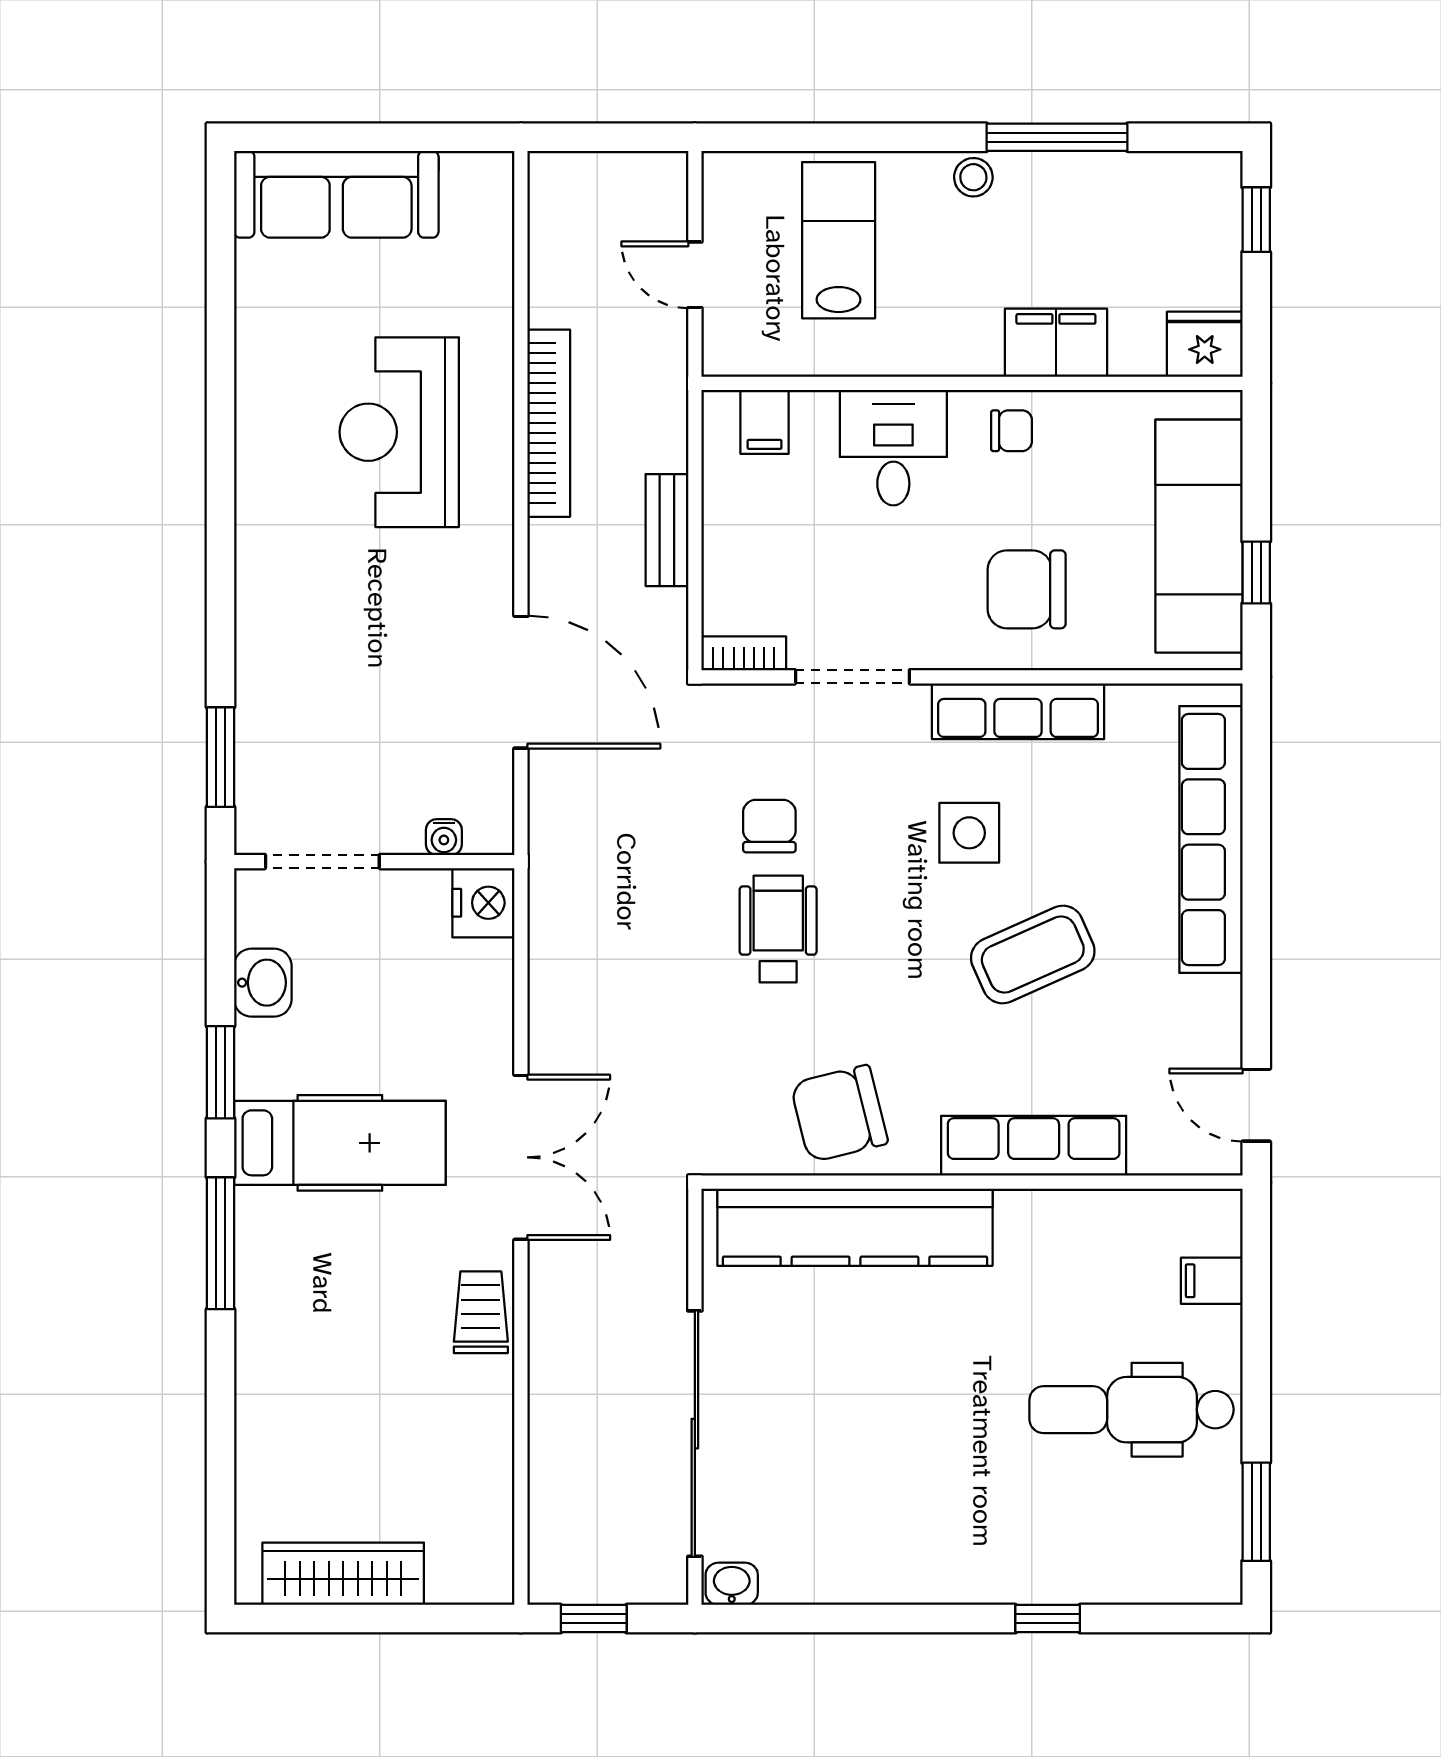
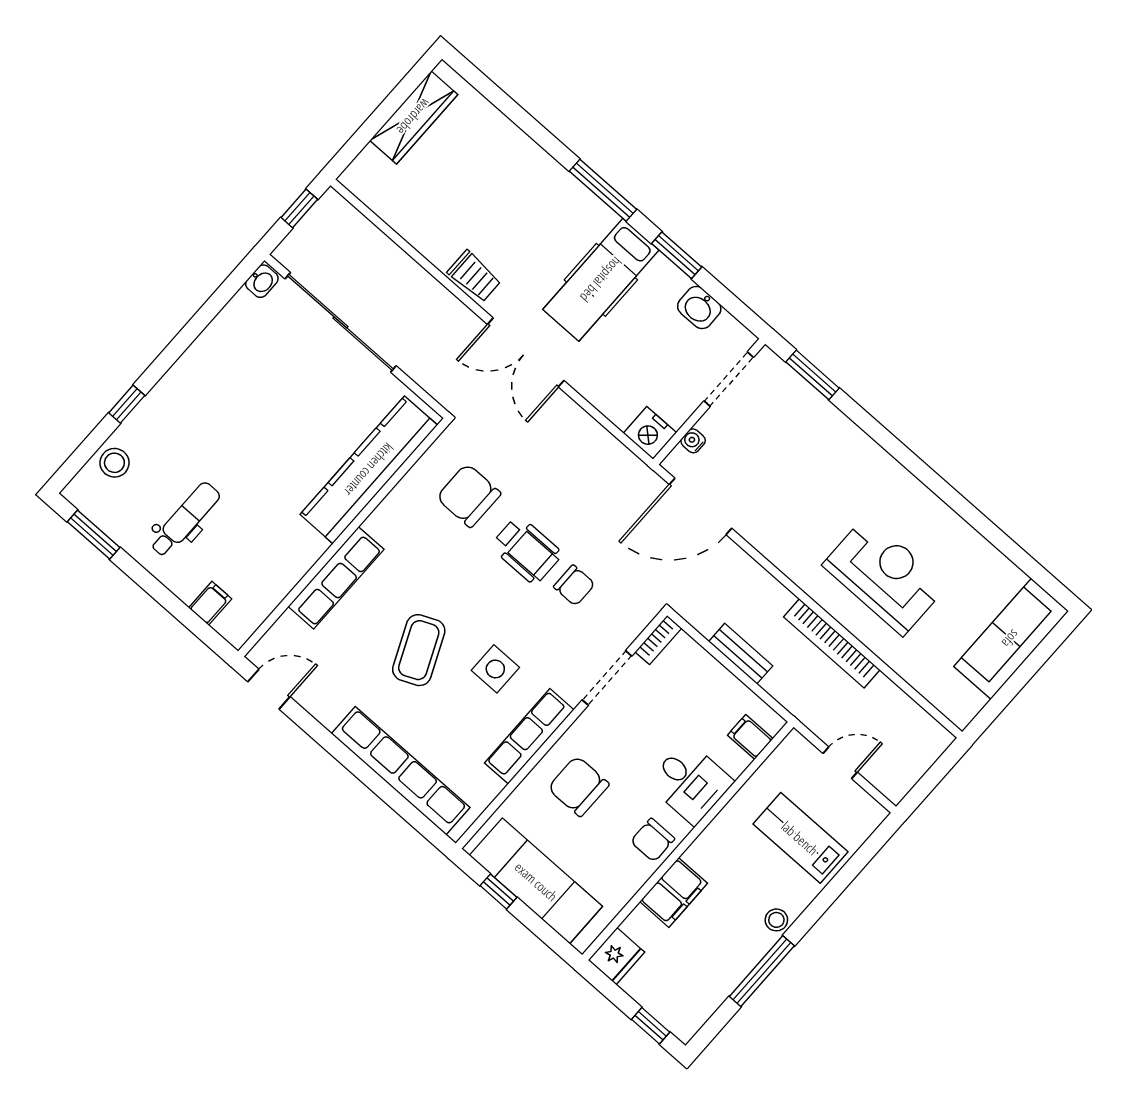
lab bench: (839, 240) -> (800, 838), turned 180
chair: (1011, 431) -> (653, 840), width x1.37, depth x1.37
chair: (1027, 589) -> (578, 786), turned -90
door: (521, 682) -> (700, 506), moved
chair: (839, 1114) -> (469, 496), moved, turned -76
dental chair: (1132, 1410) -> (185, 520), width x0.73, depth x0.72
stool: (1138, 1567) -> (114, 463), added

